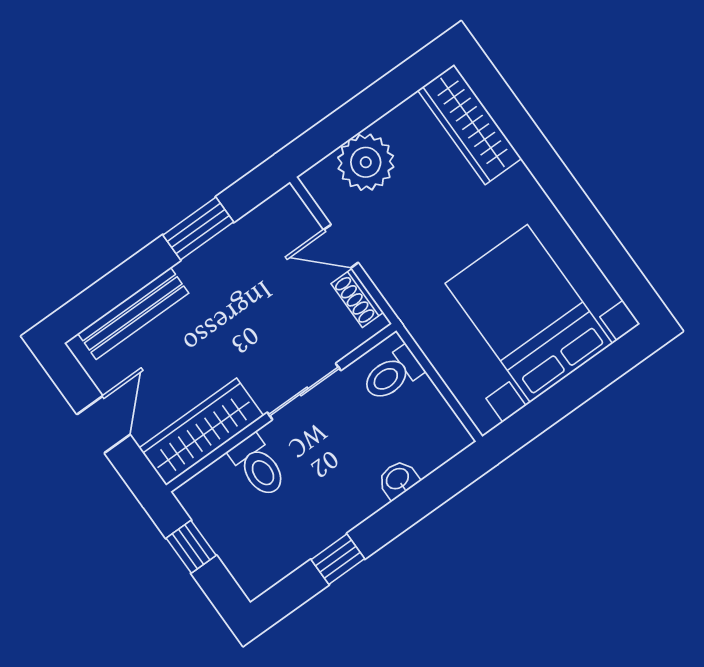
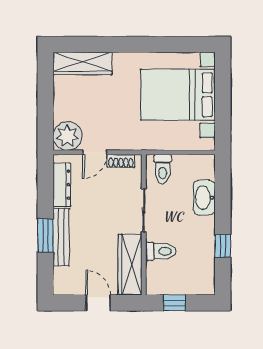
plant: (366, 162) -> (67, 136), moved
window: (198, 229) -> (45, 236), moved
dresser: (251, 230) -> (62, 185), added
bench: (133, 313) -> (61, 237), moved
washbasin: (398, 479) -> (204, 198), width x1.91, depth x1.45

